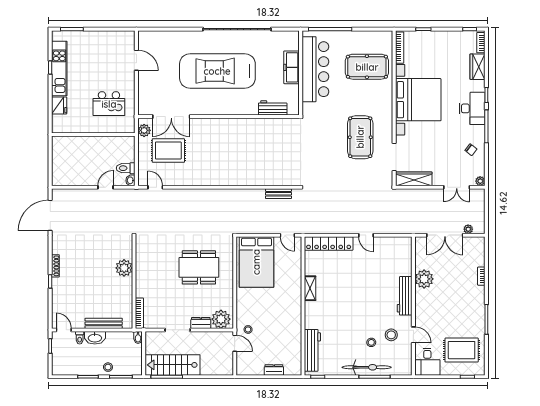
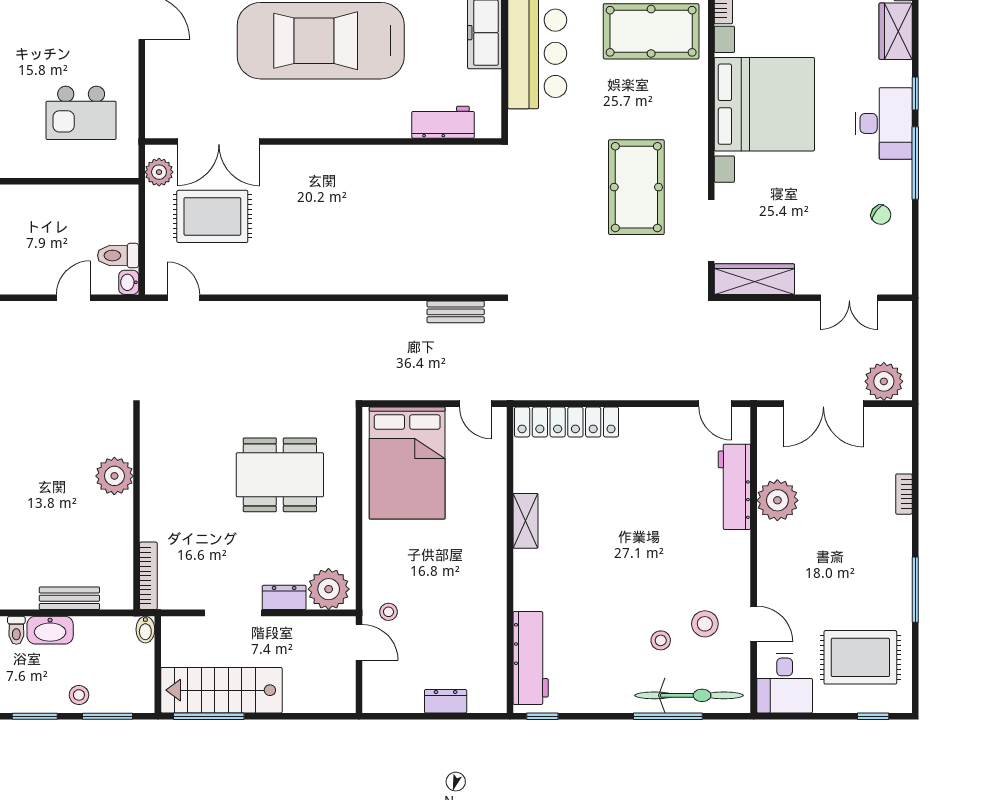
plant: (480, 181) -> (901, 284), removed
plant: (468, 229) -> (884, 381), width x1.87, depth x1.87
door: (366, 235) -> (715, 404), moved
workbench: (405, 296) -> (734, 487), moved
bench: (104, 323) -> (69, 598), width x0.73
bicycle: (367, 367) -> (689, 695), moved

